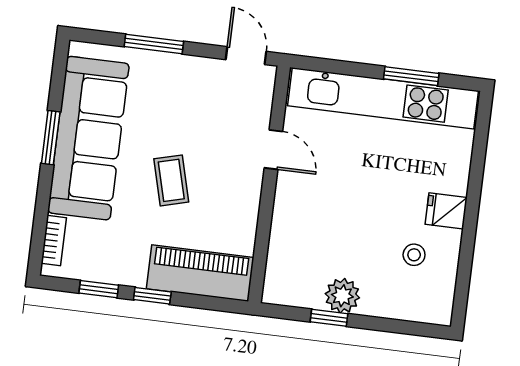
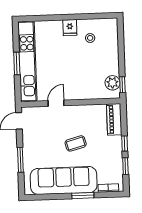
window: (411, 76) -> (17, 63), moved
window: (51, 138) -> (83, 196), moved
piano: (200, 273) -> (114, 119), width x0.73, depth x0.75
plant: (342, 296) -> (112, 83), moved
window: (329, 318) -> (122, 85), moved

